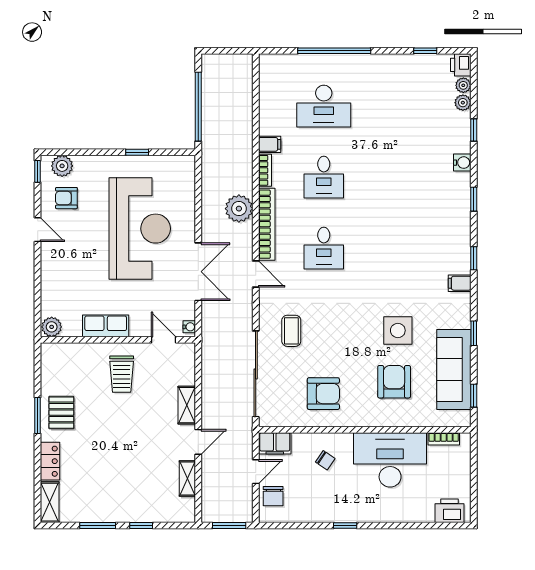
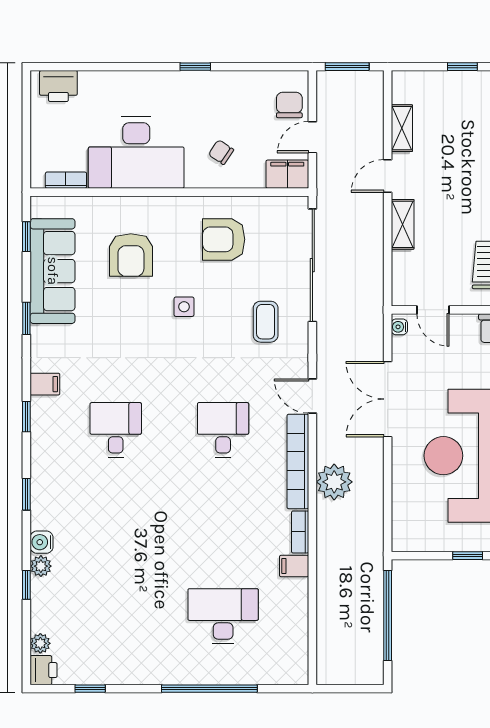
plant: (463, 103) -> (41, 566), moved
desk: (324, 177) -> (116, 430), moved
side table: (398, 330) -> (184, 307), moved, width x0.54, depth x0.54

